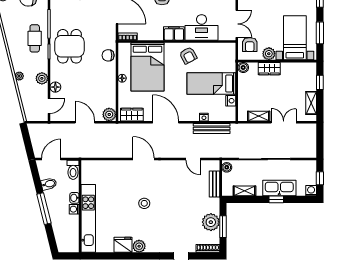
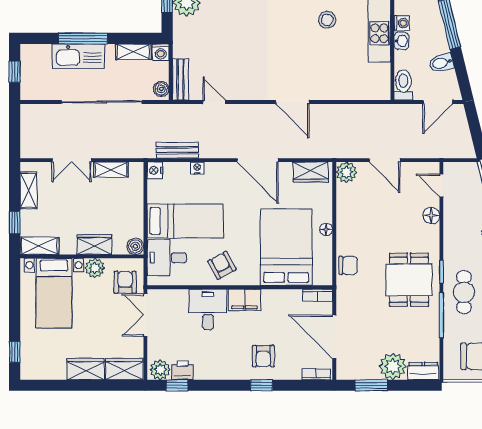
desk: (202, 27) -> (208, 309), width x0.73
window: (320, 33) -> (15, 301), removed
desk: (223, 60) -> (167, 258), added
shelving: (304, 68) -> (39, 246), added
plant: (42, 78) -> (453, 229), removed
nightstand: (231, 101) -> (155, 170), moved
door: (49, 106) -> (441, 186), hinge flipped
bench: (212, 128) -> (177, 150), width x0.73
bench: (214, 184) -> (181, 79), moved
washing machine: (311, 191) -> (161, 52), moved
window: (276, 199) -> (83, 38), width x2.17
stool: (144, 203) -> (327, 20), moved

